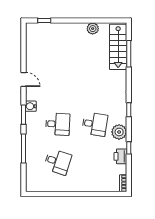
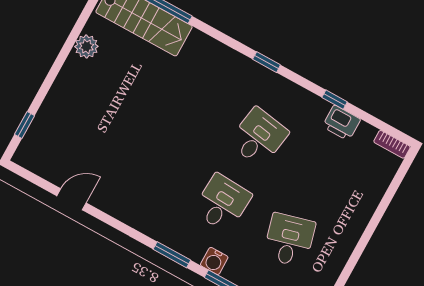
door: (23, 79) -> (71, 199), moved
water cooler: (31, 106) -> (214, 261), moved
plant: (119, 132) -> (297, 101), removed
desk: (58, 162) -> (289, 240), turned -33

